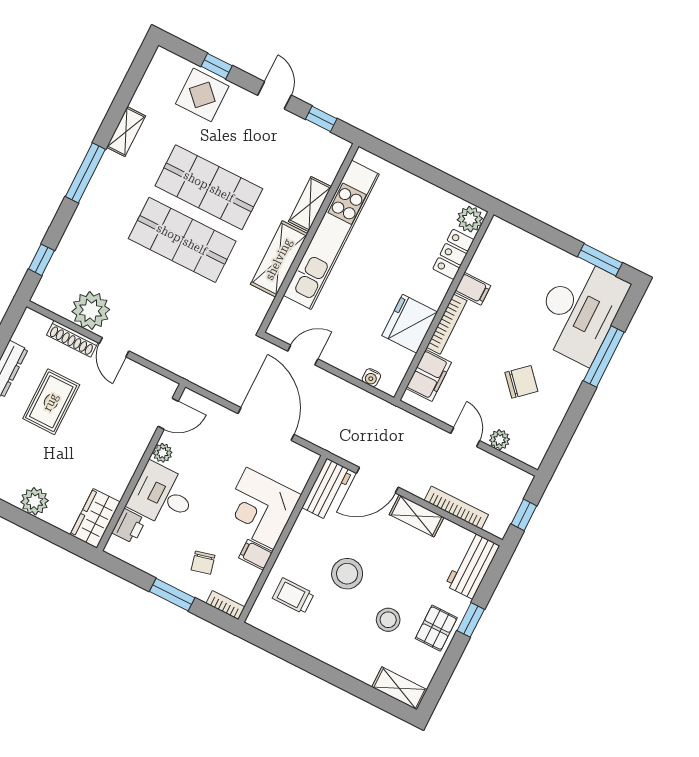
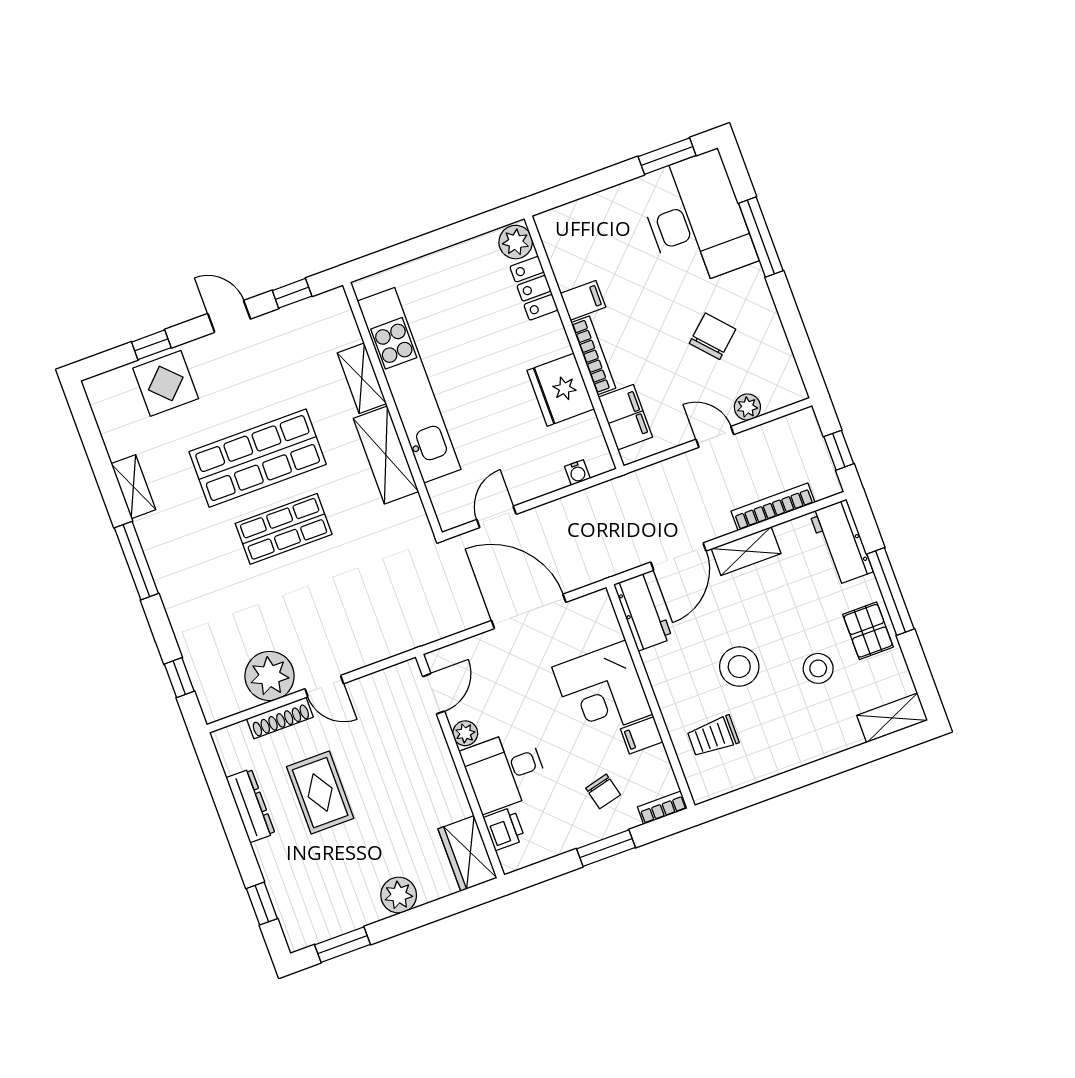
shop shelf: (182, 240) -> (284, 529), width x0.70, depth x0.74
window: (471, 620) -> (891, 592), width x2.17

